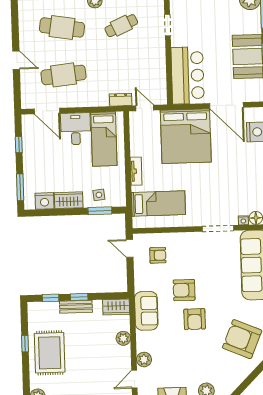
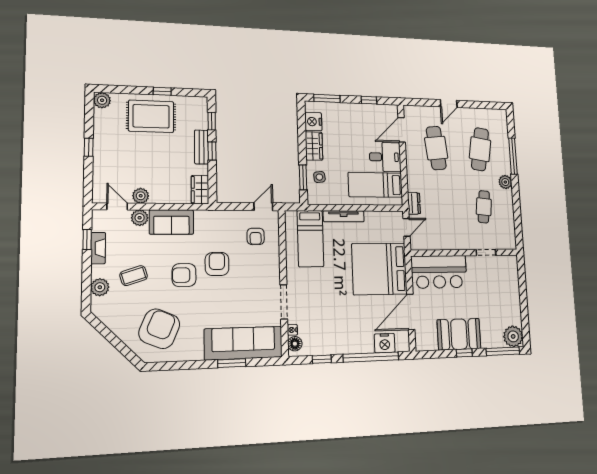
cafe table: (121, 26) -> (484, 207), turned 30
tv unit: (136, 171) -> (344, 216), width x1.41
sofa: (146, 311) -> (171, 222), moved
plant: (123, 338) -> (141, 196), moved
coffee table: (196, 363) -> (134, 276), added

